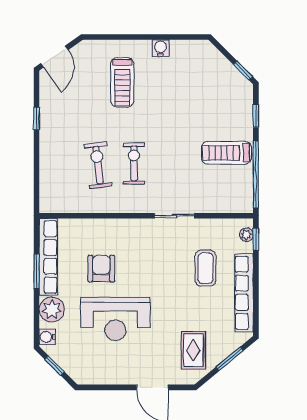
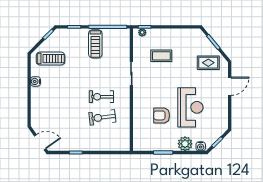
treadmill: (122, 82) -> (51, 59), moved
row of seats: (48, 257) -> (155, 146), removed
row of seats: (244, 293) -> (175, 34), removed

